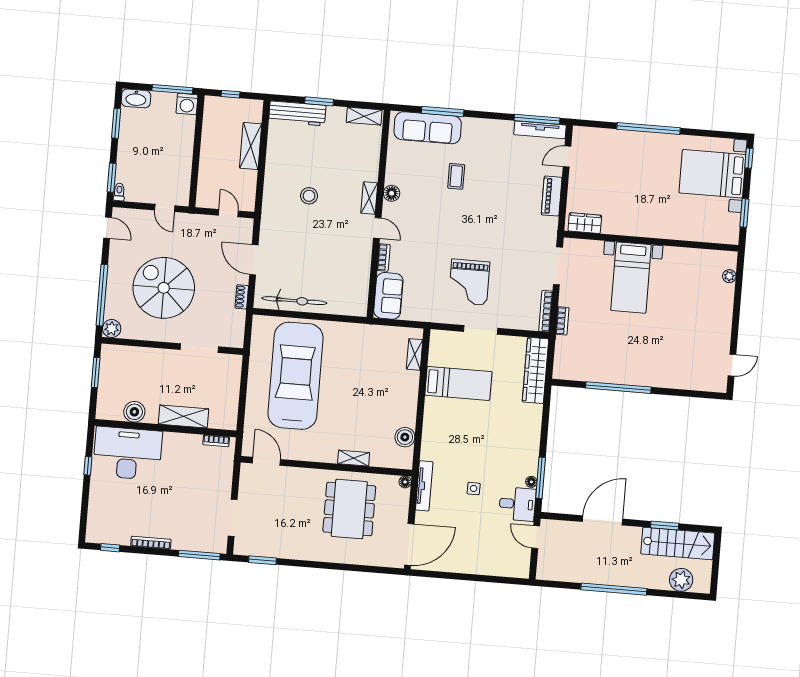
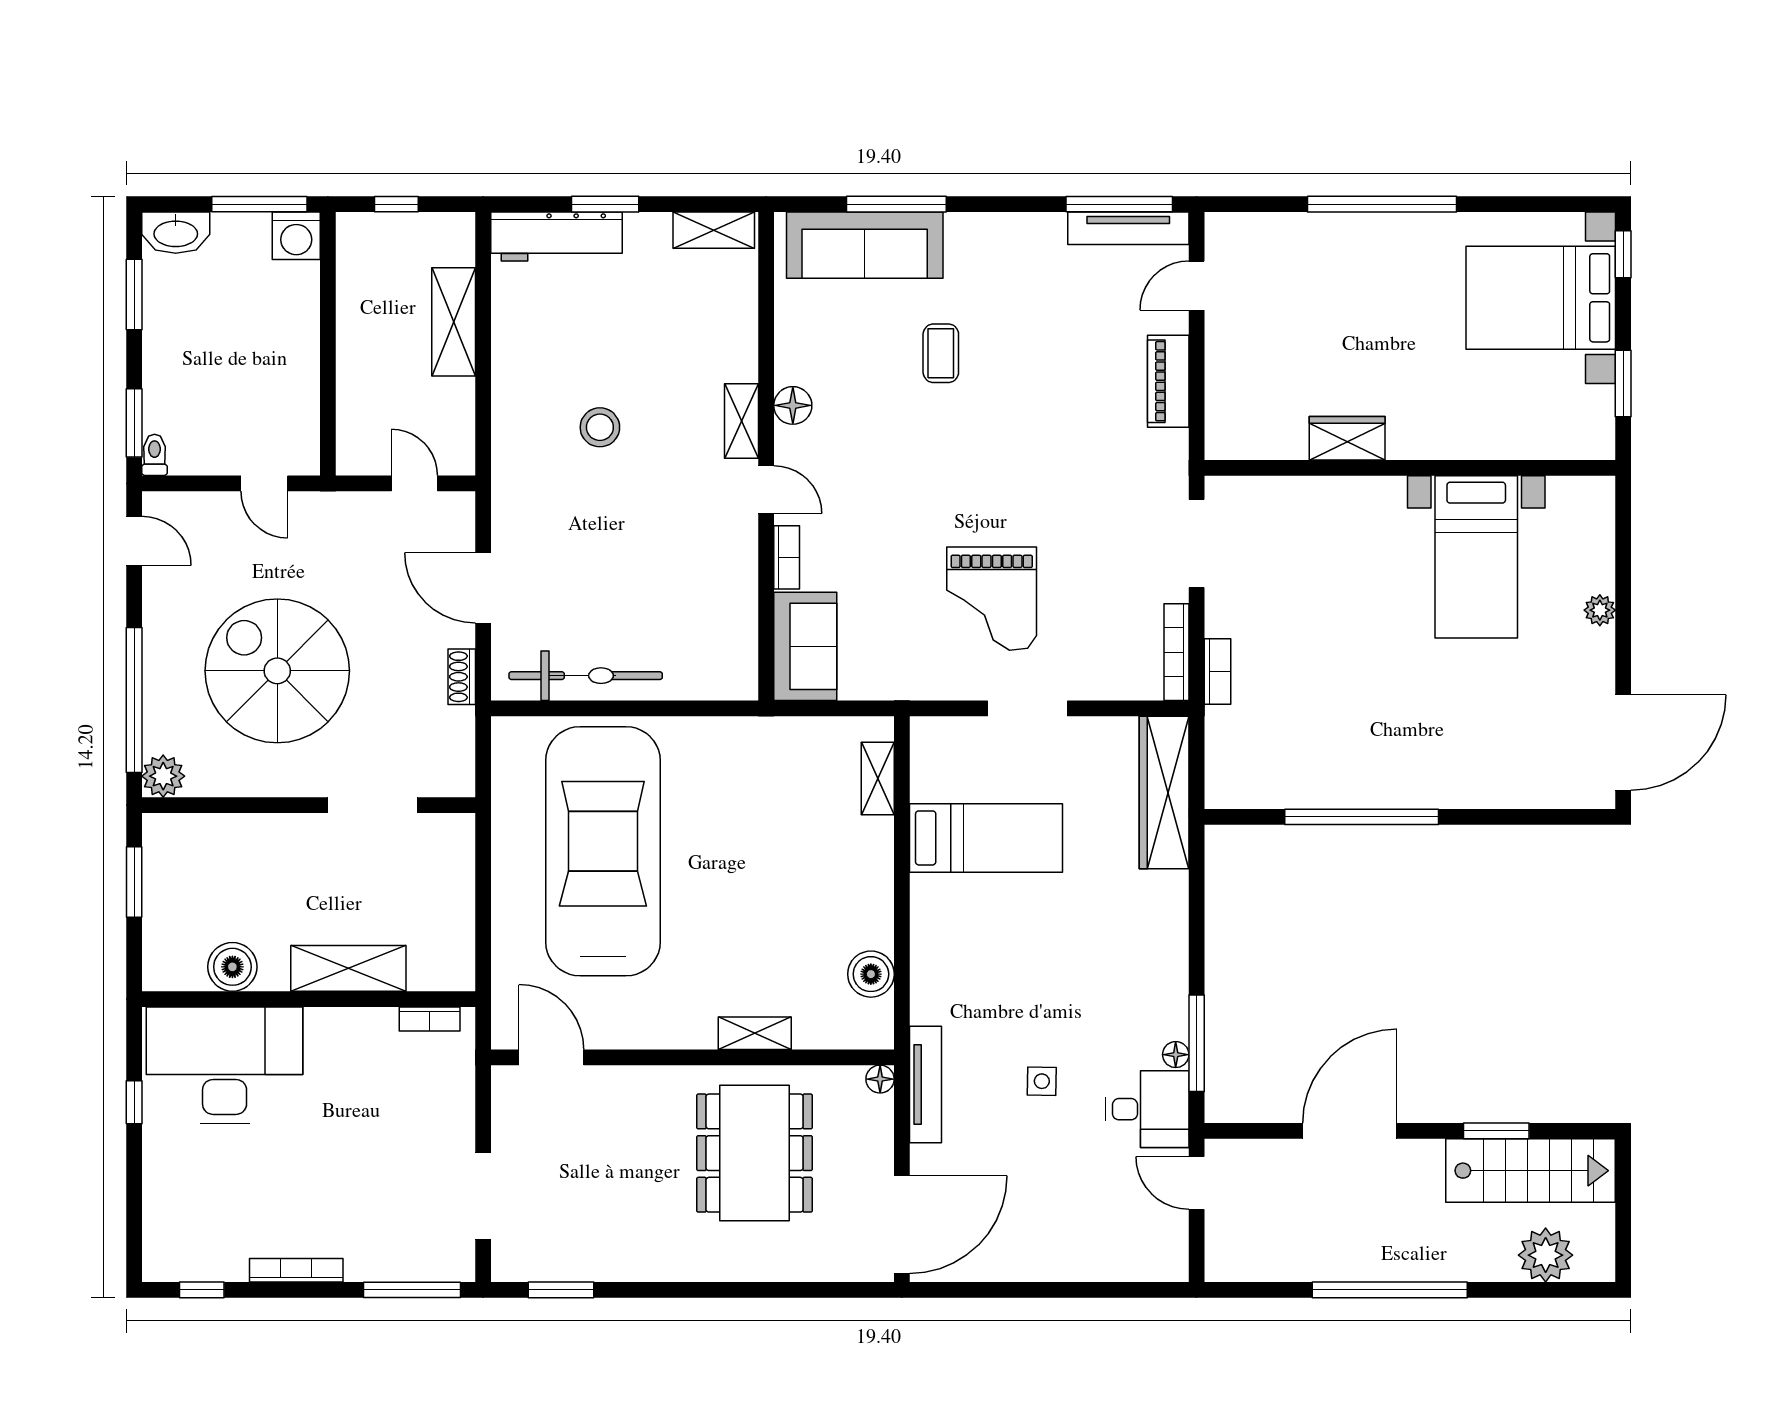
wardrobe: (585, 223) -> (1347, 438), moved
plant: (729, 276) -> (1600, 610), moved
bed with nightstands: (631, 278) -> (1476, 557), moved
door: (732, 365) -> (1623, 742), width x1.87

